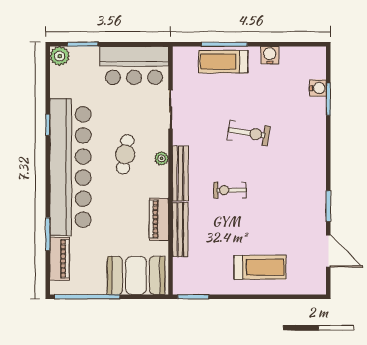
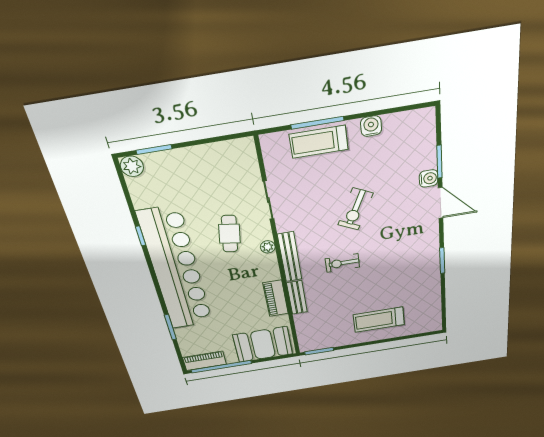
bar counter: (134, 65) -> (219, 162), removed
water cooler: (318, 88) -> (429, 178), moved
exercise bike: (249, 133) -> (355, 209), turned 107
cafe table: (125, 154) -> (230, 234), moved
bench: (180, 230) -> (297, 297), width x0.73
door: (328, 251) -> (441, 203), moved
piano: (60, 259) -> (204, 361), moved, turned -90
treadmill: (260, 267) -> (379, 320), turned 180

